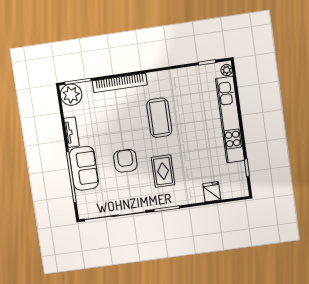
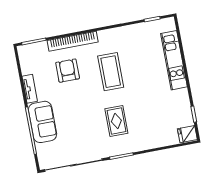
plant: (227, 70) -> (170, 25), removed
plant: (71, 95) -> (28, 54), removed
kitchen unit: (230, 120) -> (174, 60), width x0.73
armchair: (125, 161) -> (68, 71), moved
fridge: (212, 192) -> (187, 134), moved, turned -90

